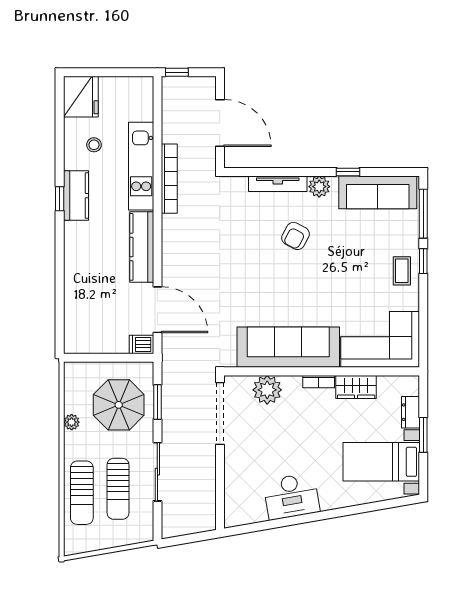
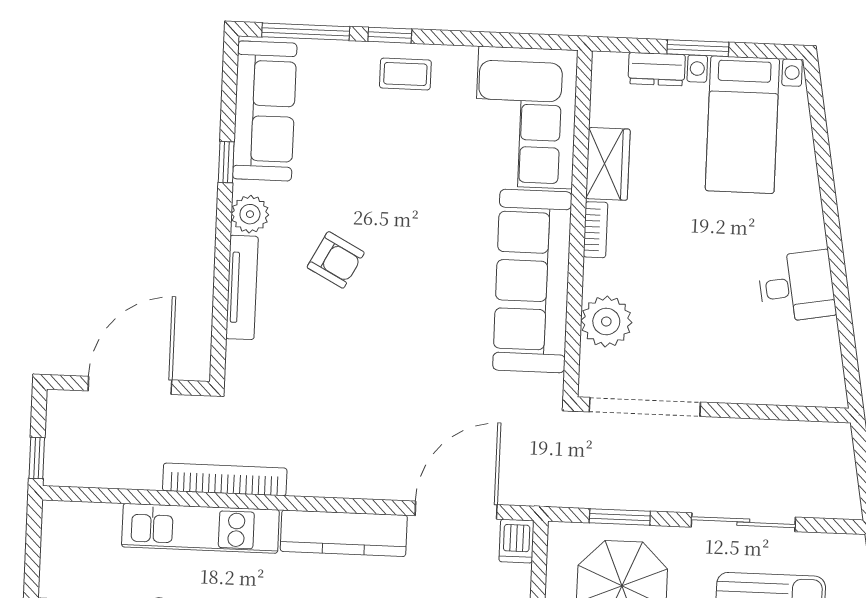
desk: (291, 496) -> (797, 287), width x0.73

